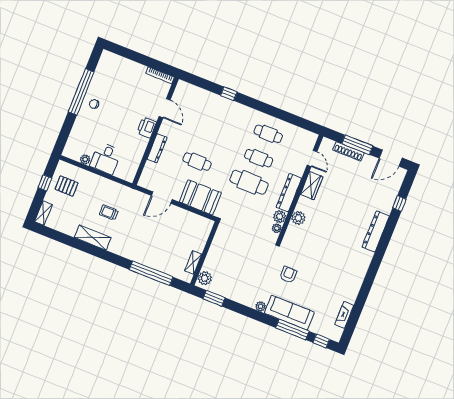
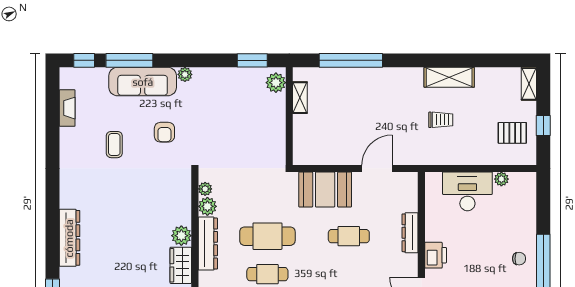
desk: (106, 158) -> (467, 191), width x1.37
plant: (298, 218) -> (181, 236), moved
coffee table: (323, 280) -> (114, 145), added

